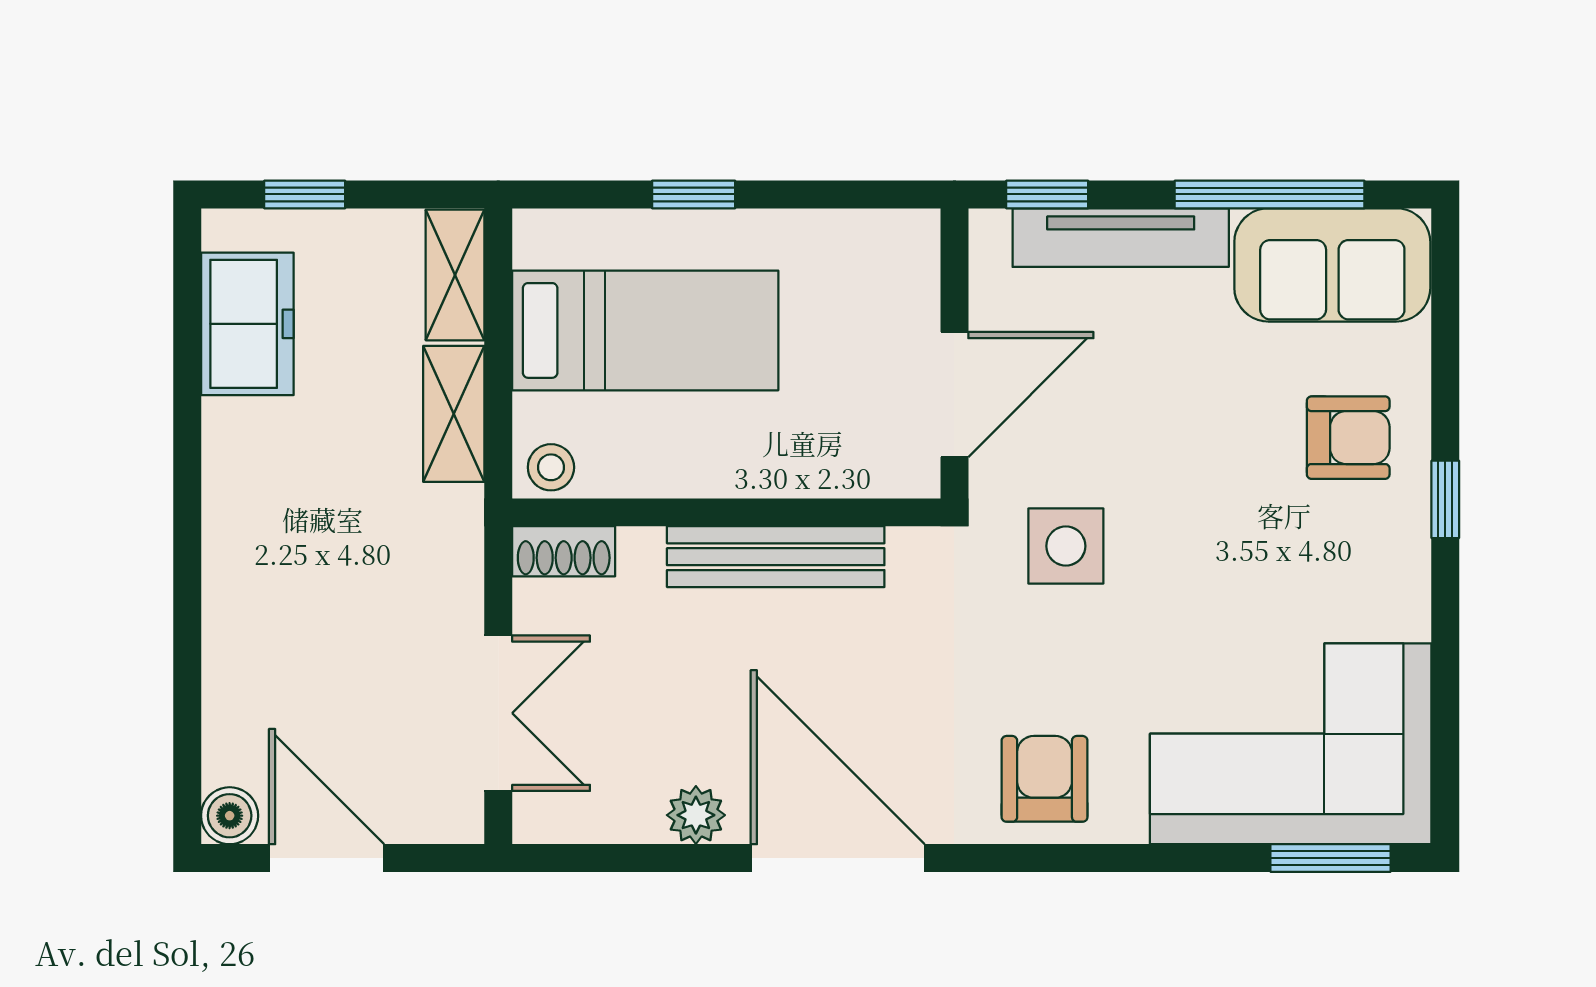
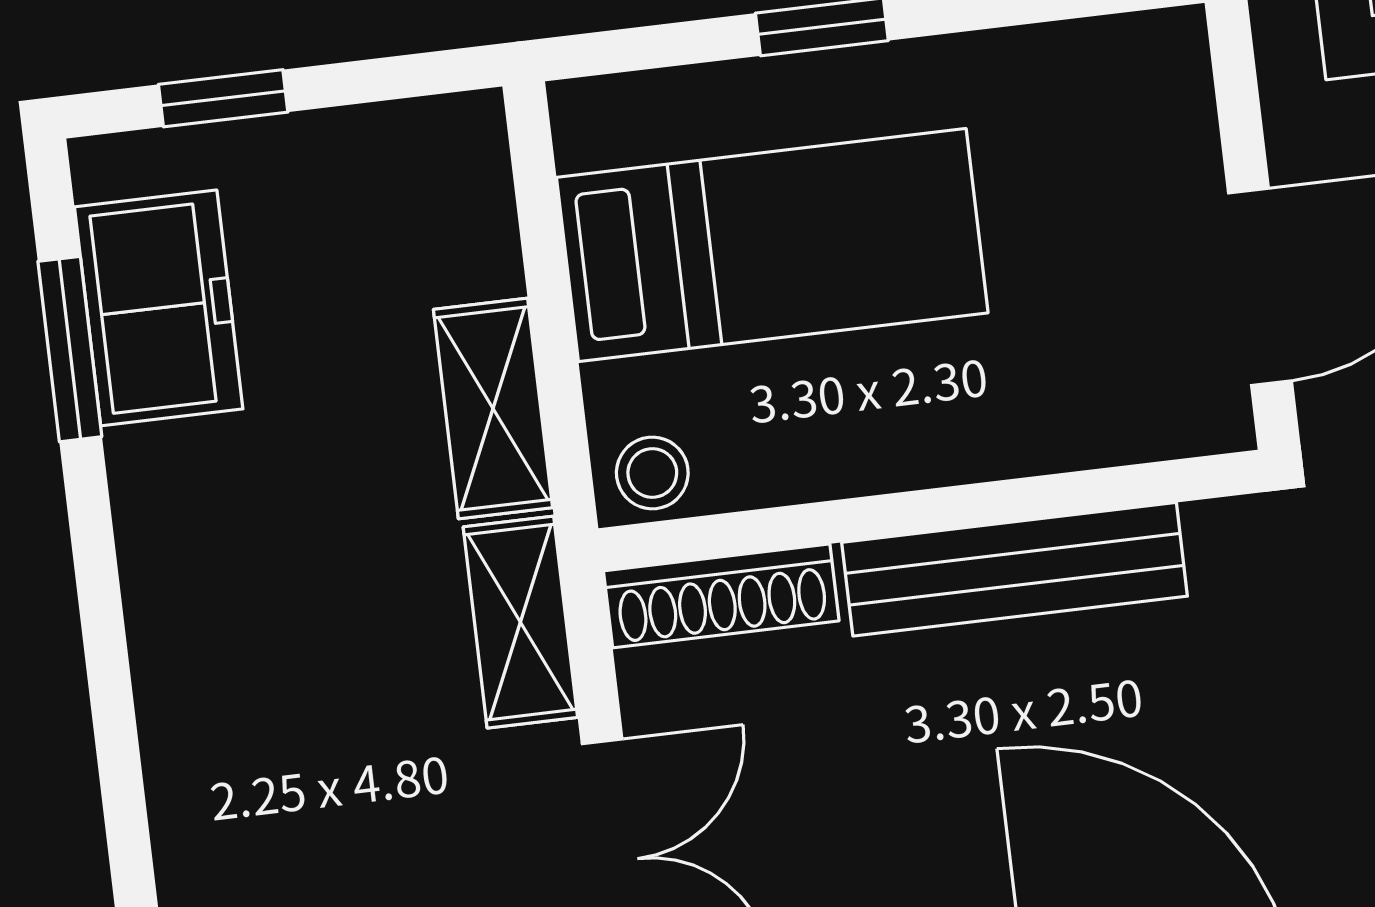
shelving: (455, 275) -> (520, 622), moved
window: (187, 343) -> (70, 349), added
shoe rack: (564, 551) -> (721, 596), width x1.43

